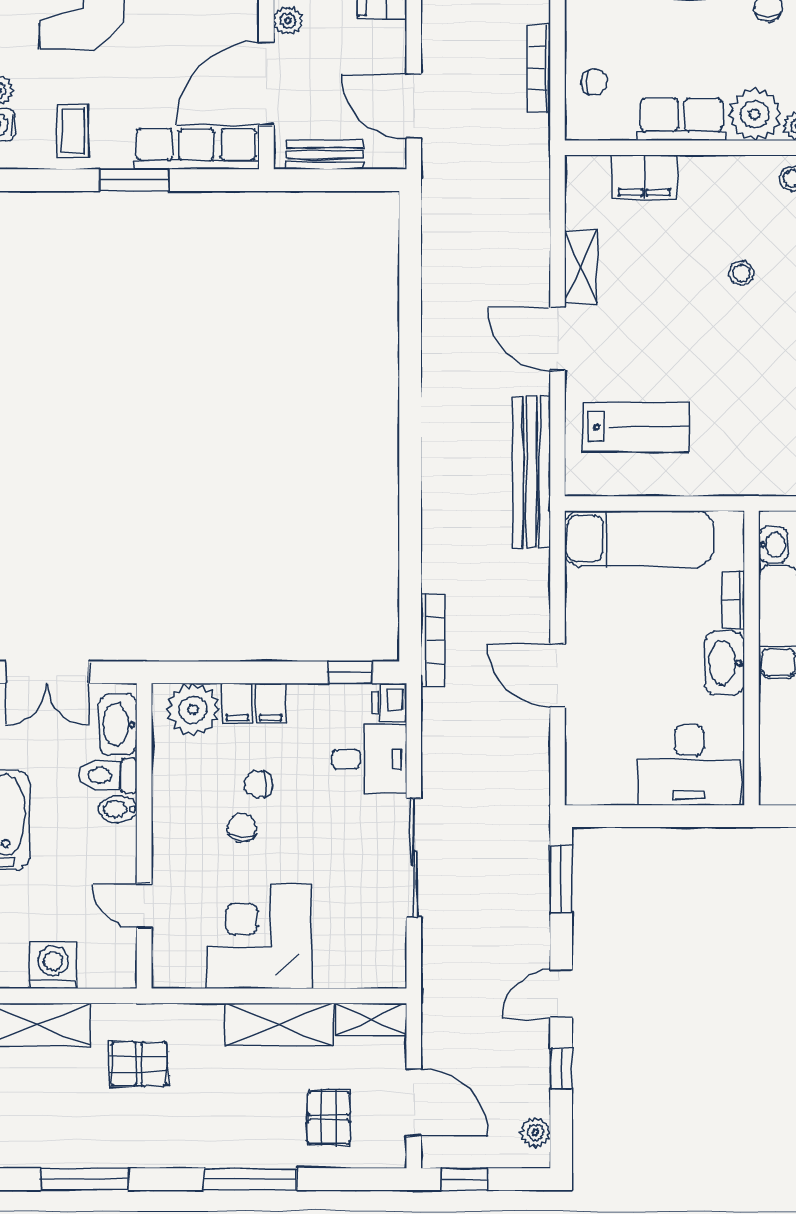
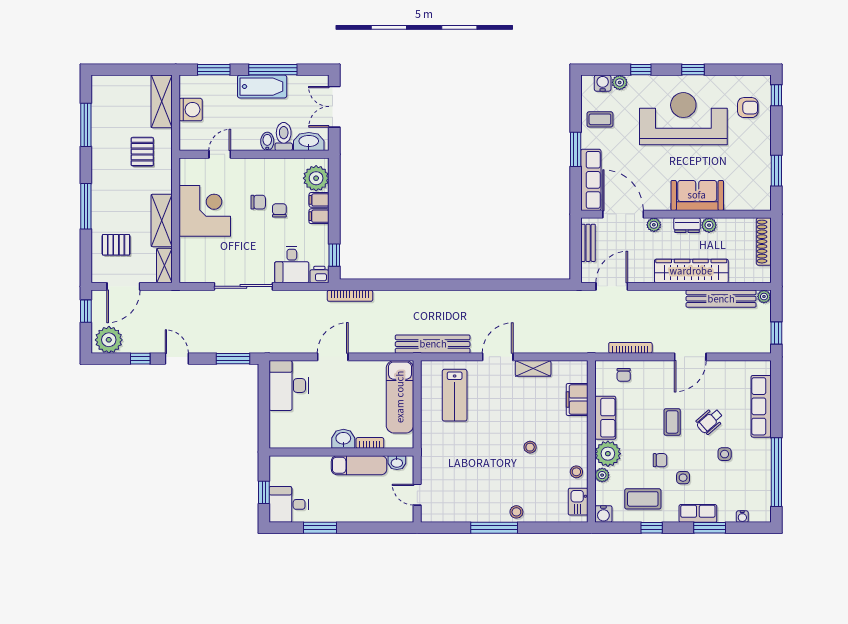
washbasin: (725, 663) -> (343, 439), width x0.72
desk: (689, 765) -> (289, 385), moved
plant: (536, 1132) -> (109, 340), width x1.88, depth x1.88

